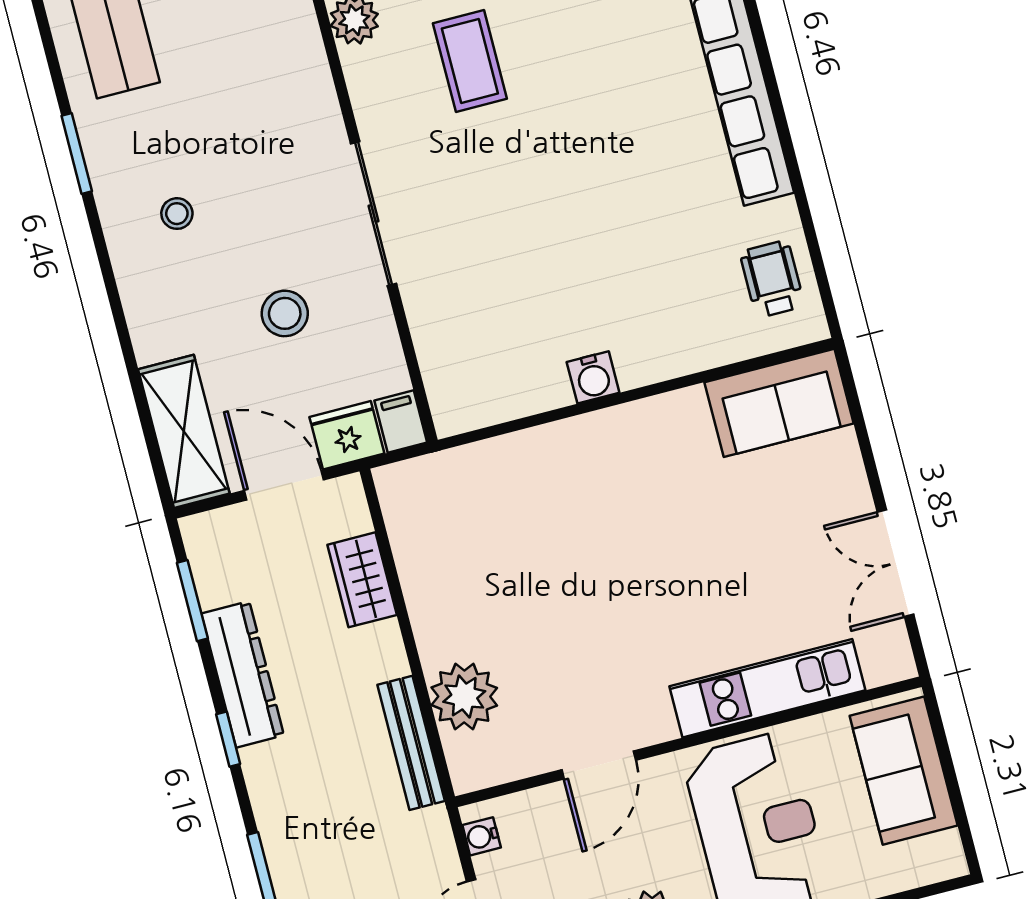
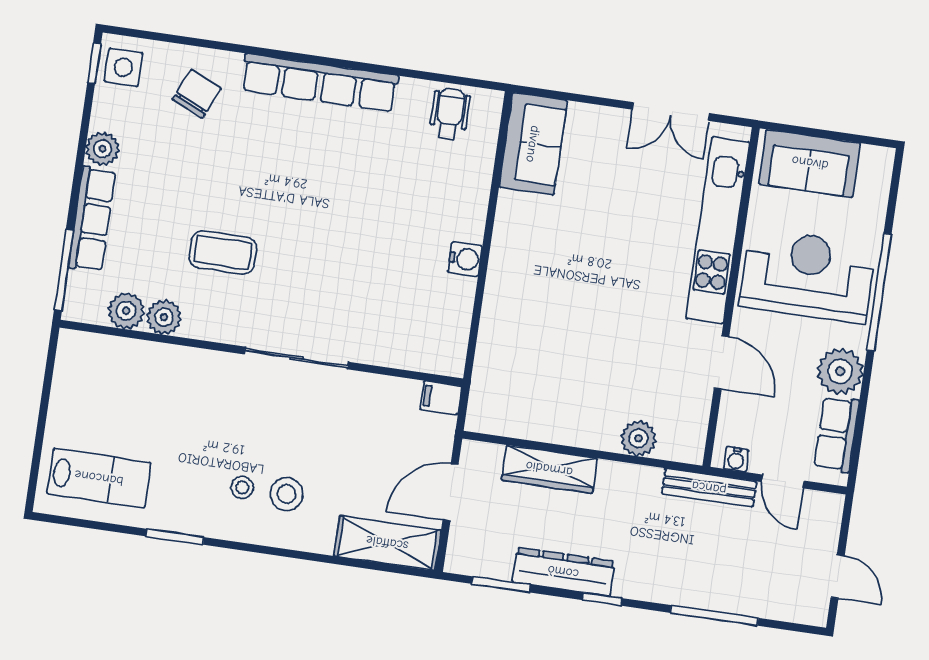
wheelchair: (772, 279) -> (450, 114), turned 90
stool: (285, 313) -> (287, 494), moved
fridge: (347, 435) -> (435, 437), removed
wardrobe: (362, 580) -> (549, 469), width x1.50
kitchen unit: (767, 688) -> (718, 230), width x1.36
plant: (464, 697) -> (638, 438), width x0.73, depth x0.73
bench: (411, 743) -> (709, 488), moved

